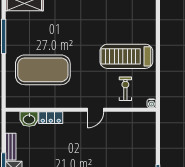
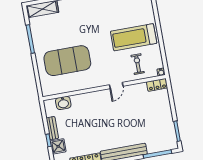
locker: (51, 118) -> (157, 85), moved

